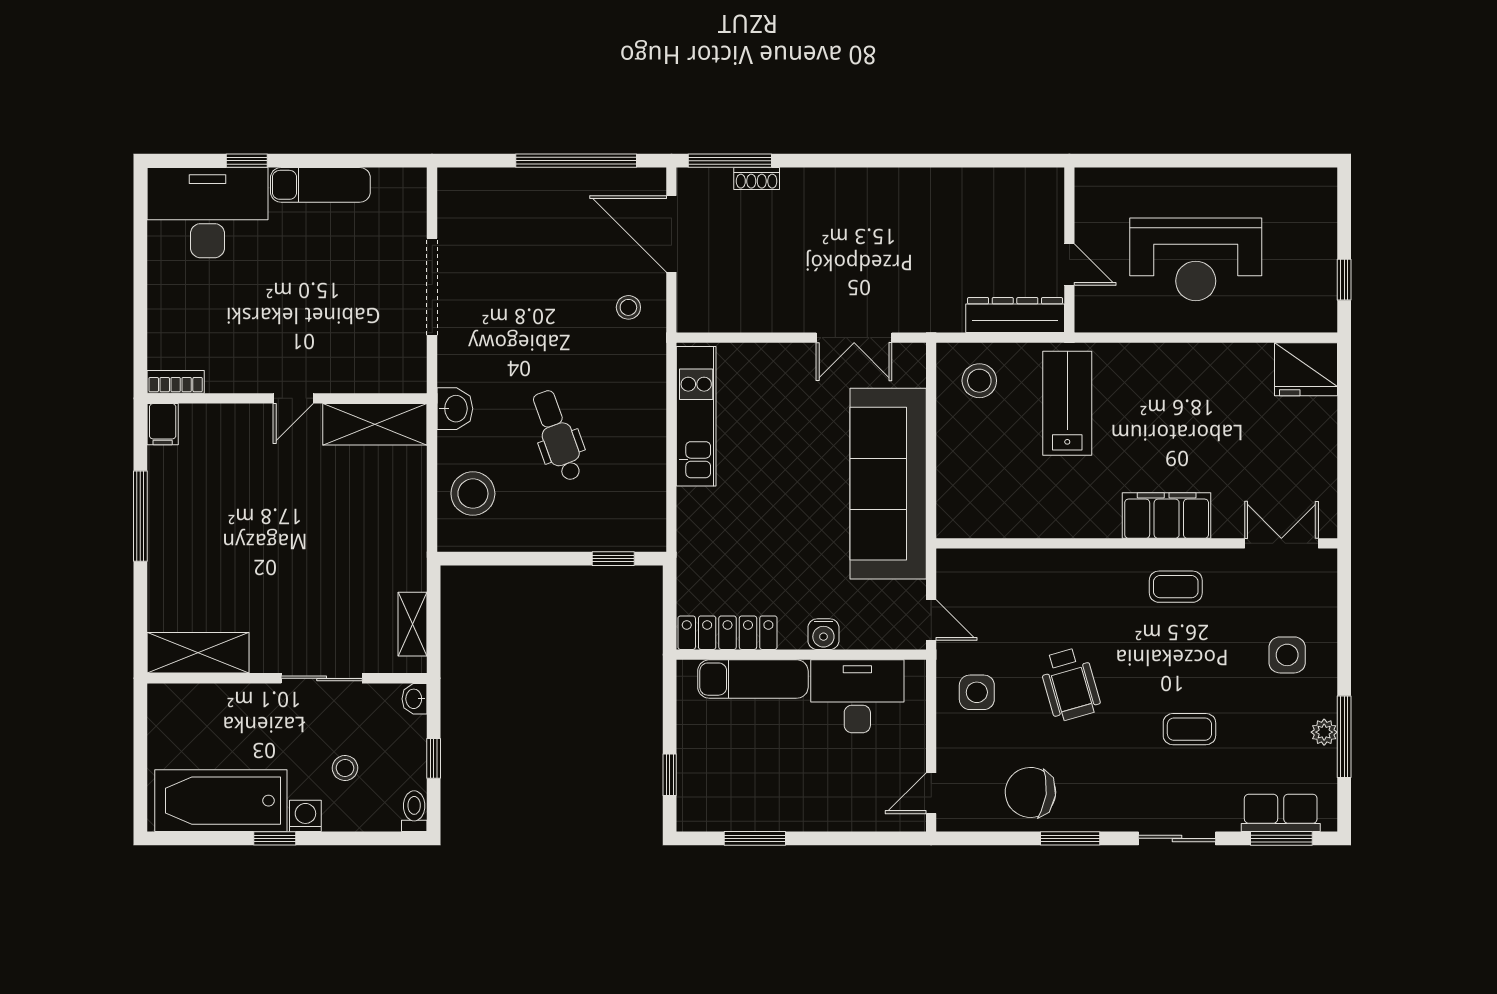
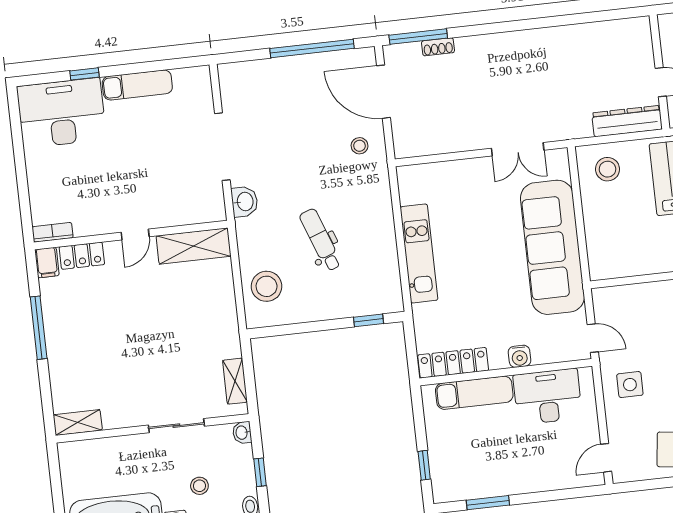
washbasin: (455, 409) -> (244, 202), moved
kitchen unit: (696, 416) -> (419, 253), moved
locker: (214, 420) -> (82, 256), added
shelving: (198, 653) -> (78, 422), width x0.67, depth x0.75

